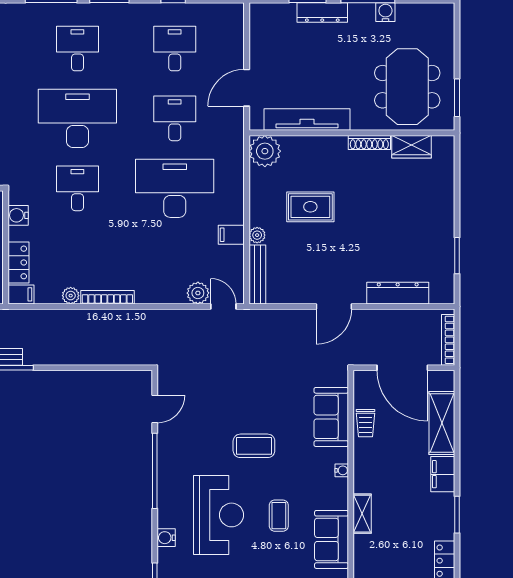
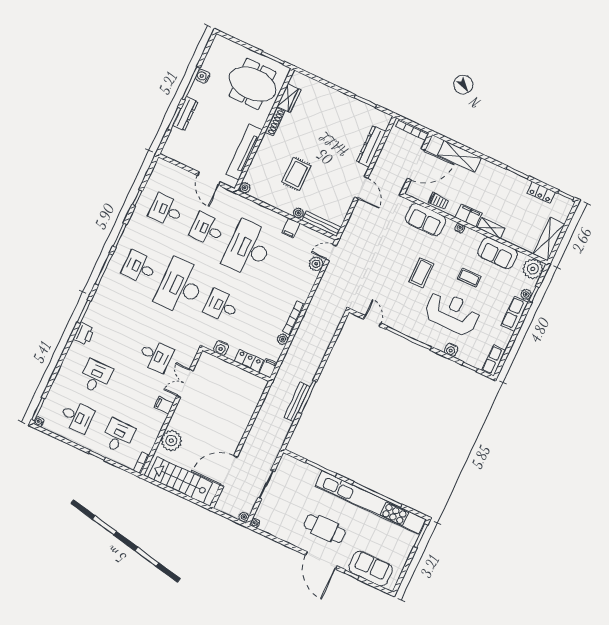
plant: (265, 151) -> (245, 188), width x0.53, depth x0.53
filing cabinet: (443, 474) -> (469, 216), moved, turned 180

